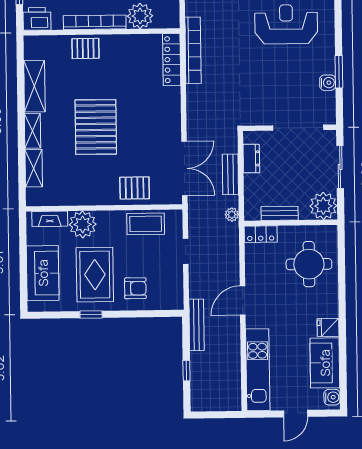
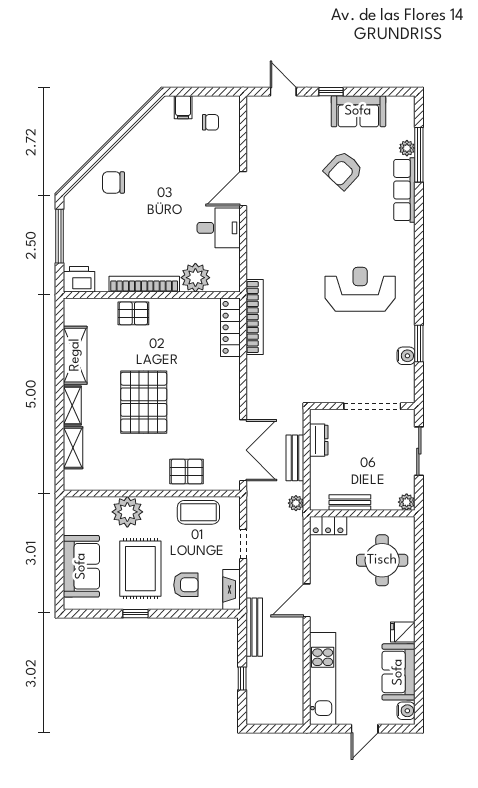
plant: (323, 206) -> (407, 502), width x0.53, depth x0.53
fireplace: (50, 219) -> (232, 590), moved, turned 90

